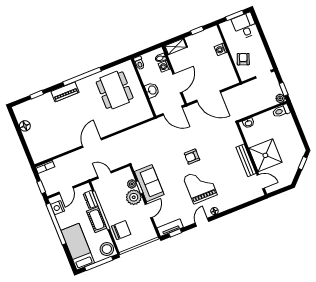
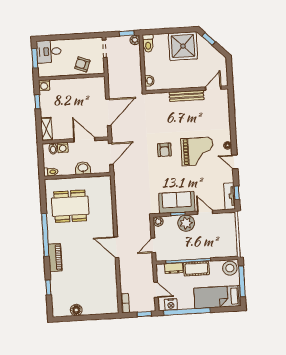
washing machine: (221, 49) -> (44, 85), moved
shower: (265, 155) -> (183, 46), moved
plant: (132, 184) -> (158, 221), moved
grand piano: (200, 186) -> (197, 151), turned 180
chair: (121, 230) -> (215, 247), removed

